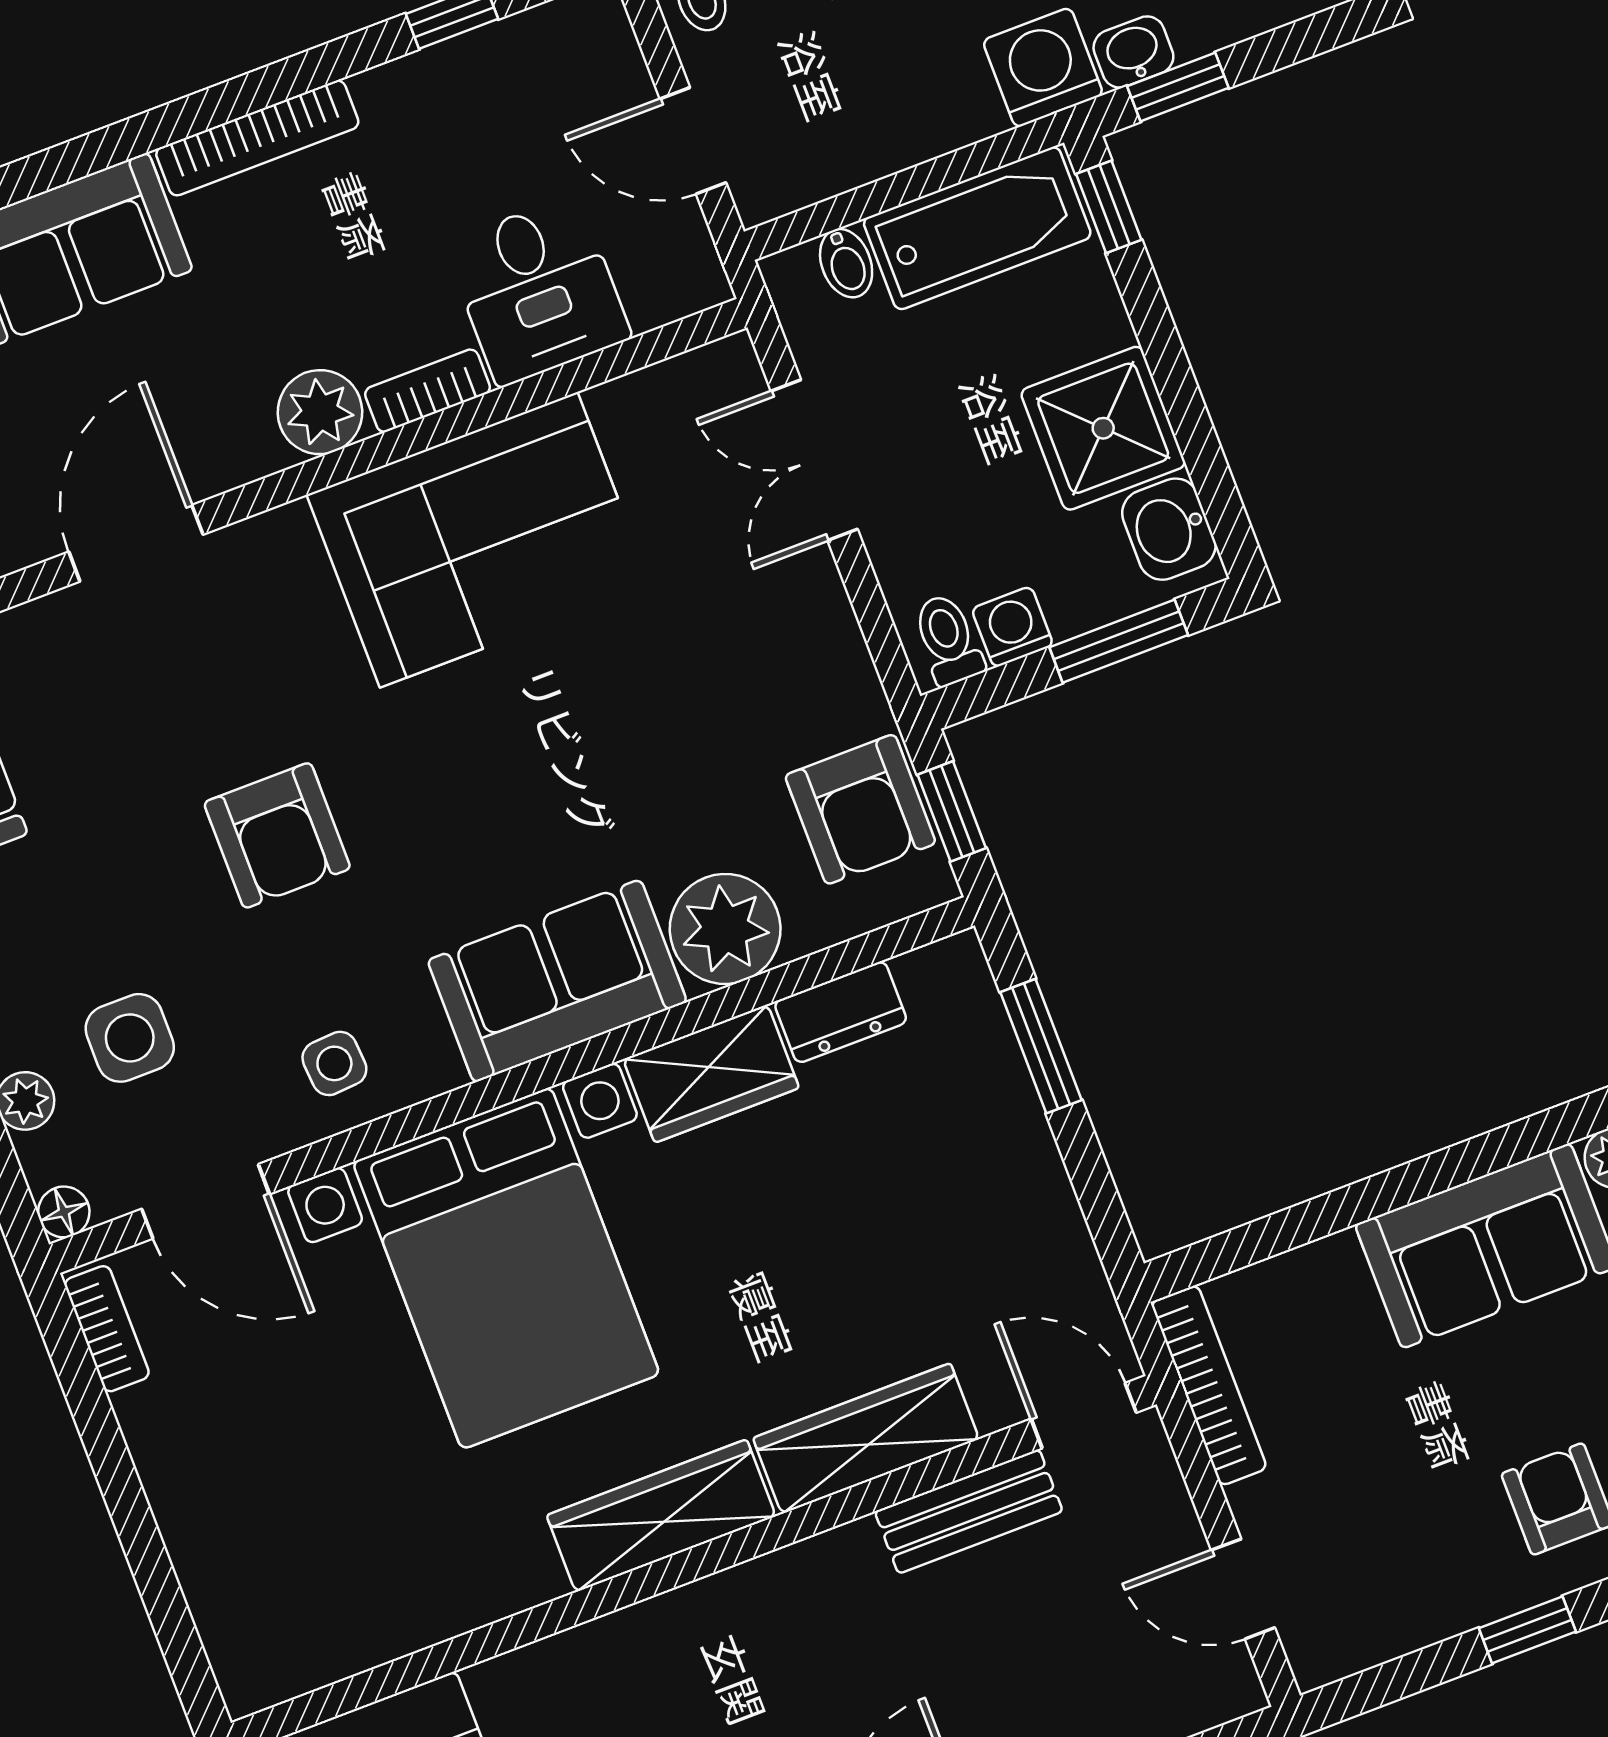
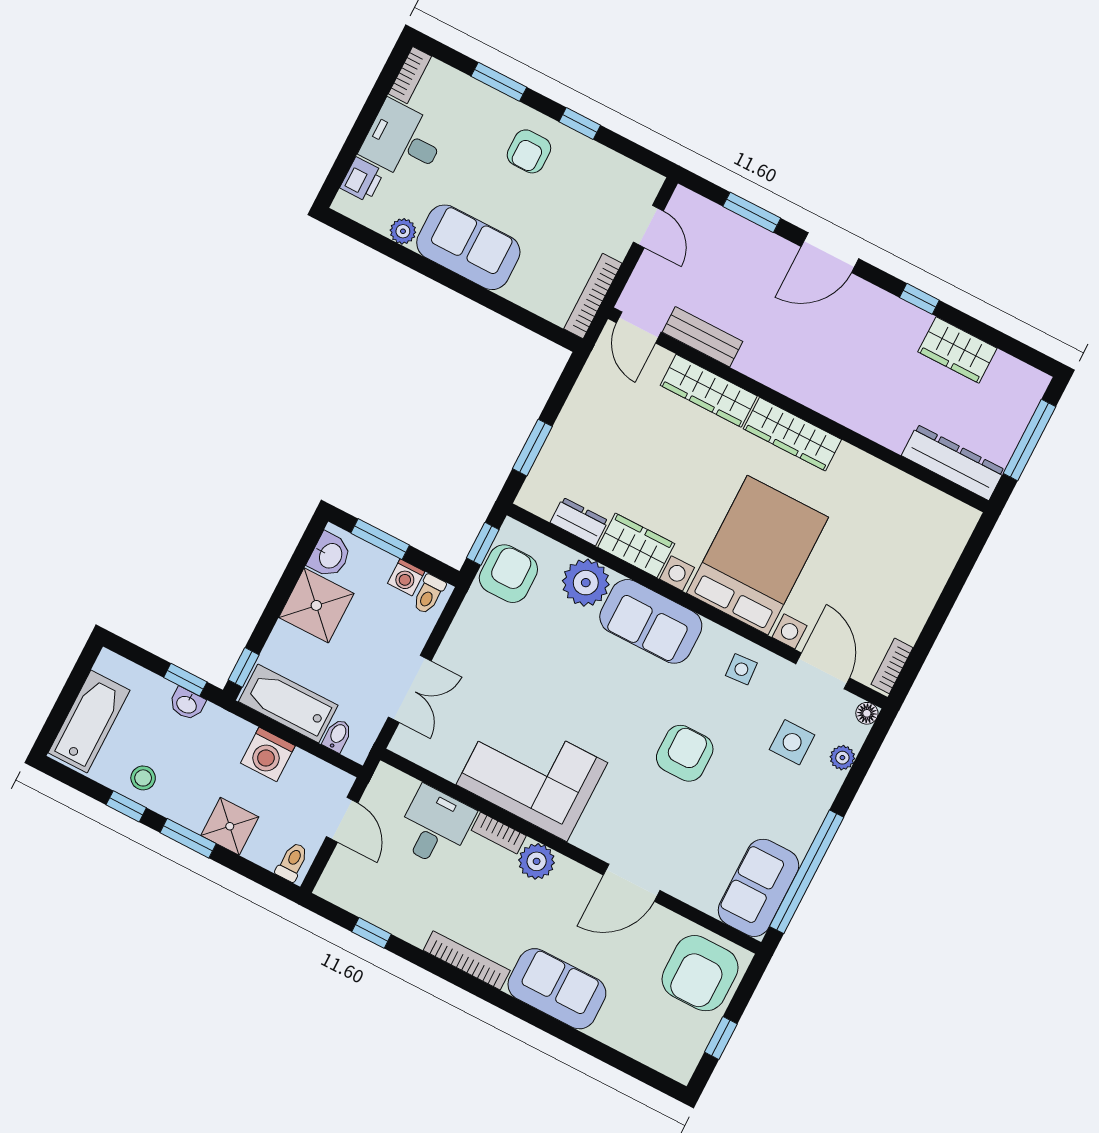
washing machine: (1043, 68) -> (268, 754), moved

